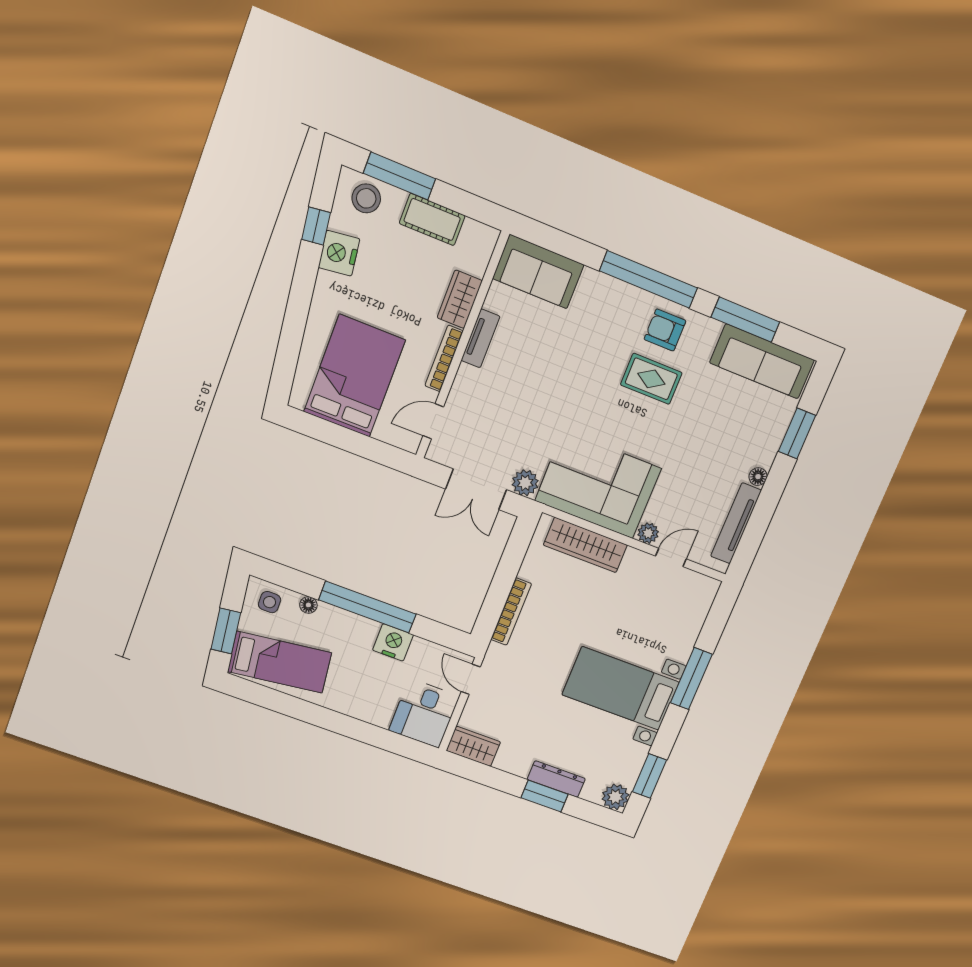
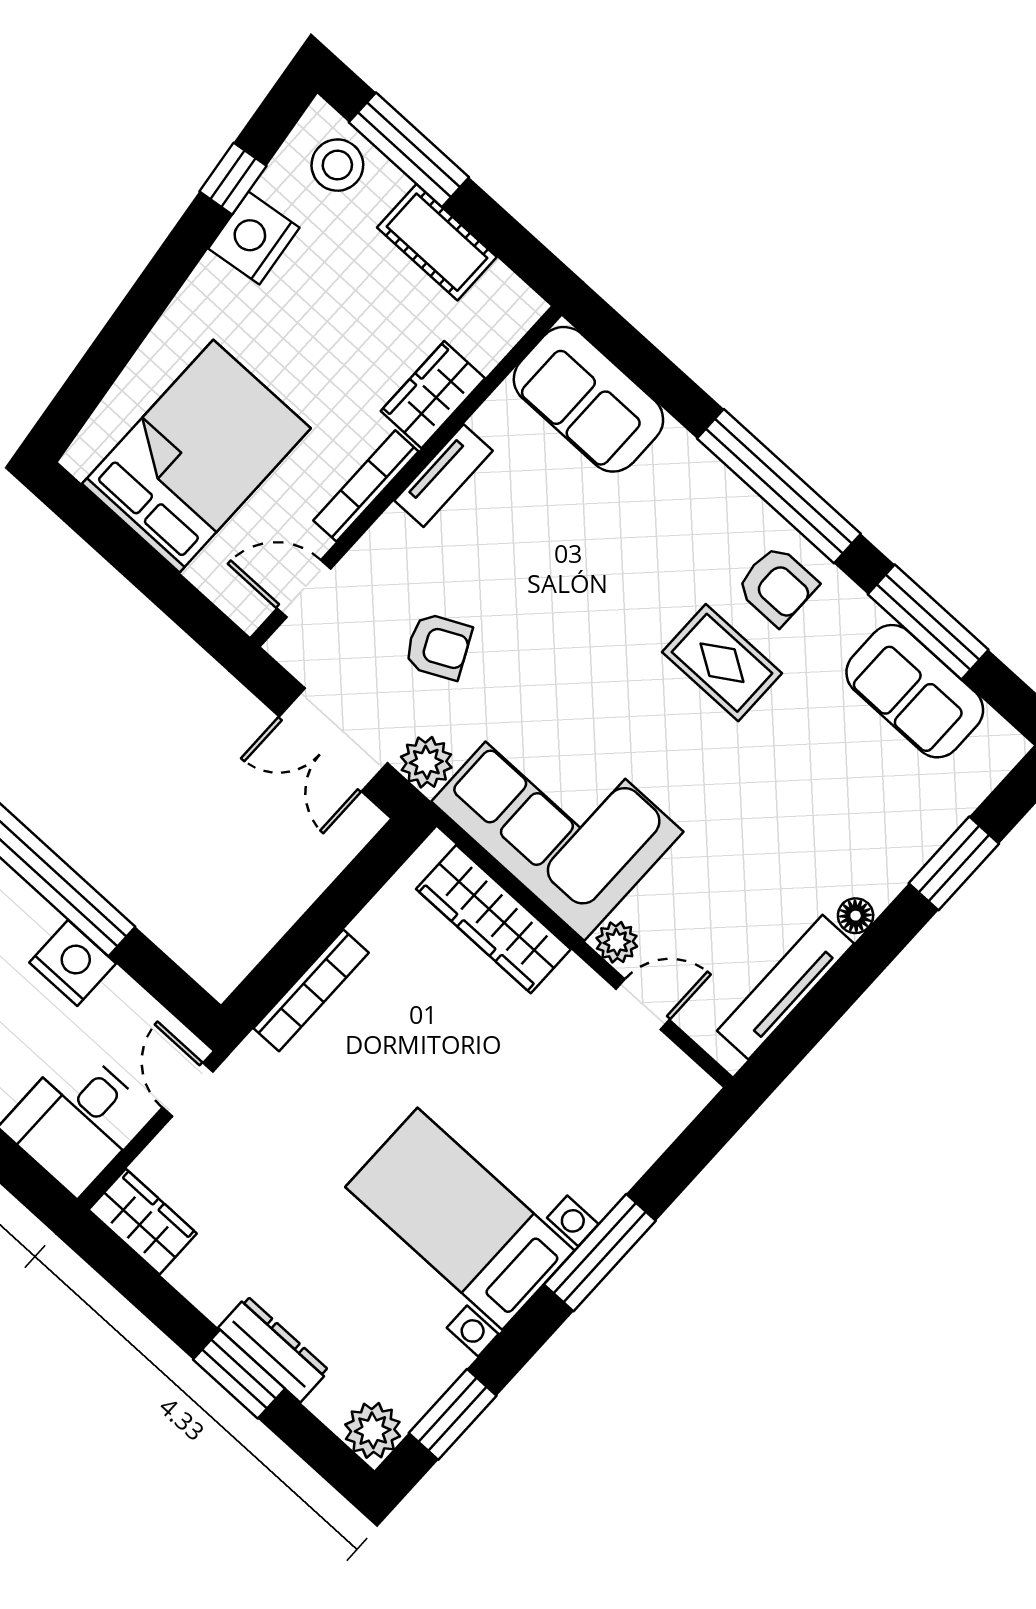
armchair: (665, 330) -> (777, 586), turned 180
sofa: (762, 361) -> (915, 691), width x0.73
armchair: (510, 424) -> (438, 646), added

